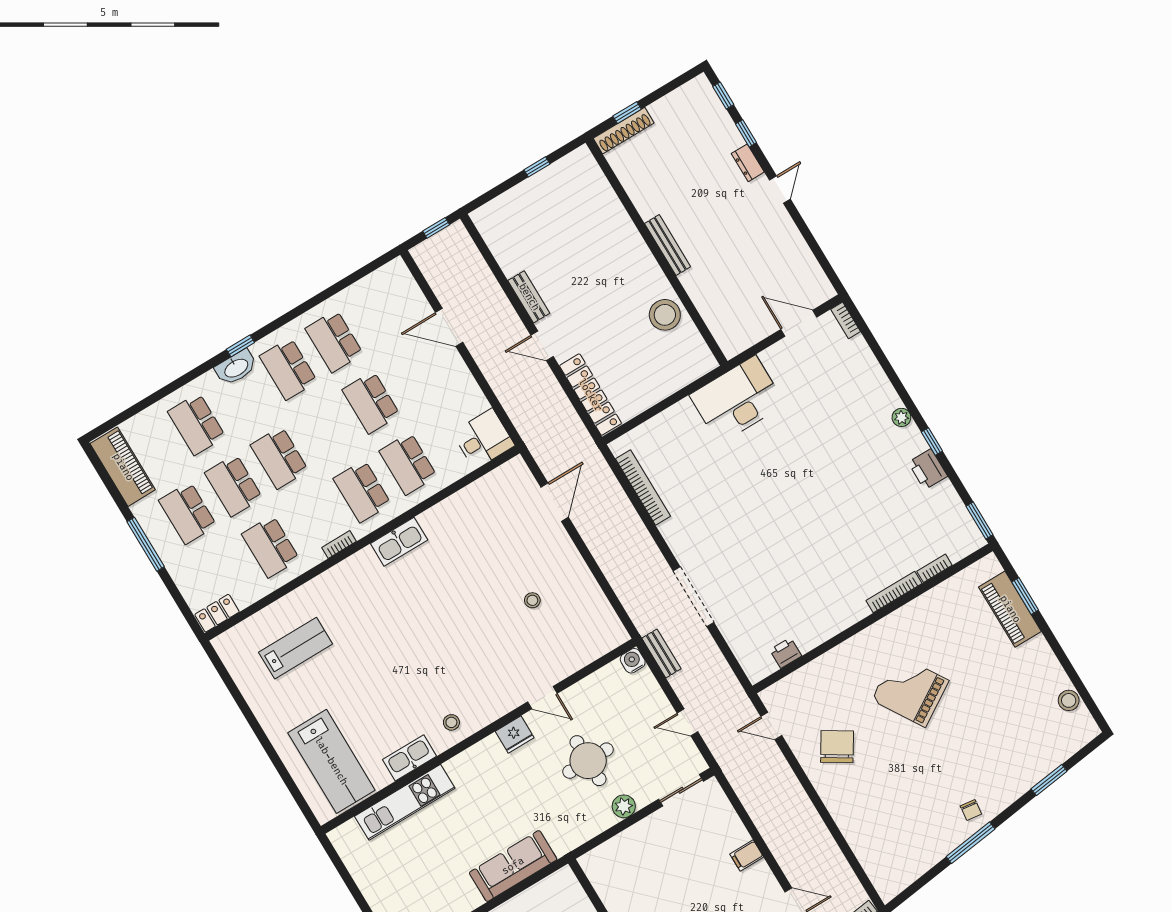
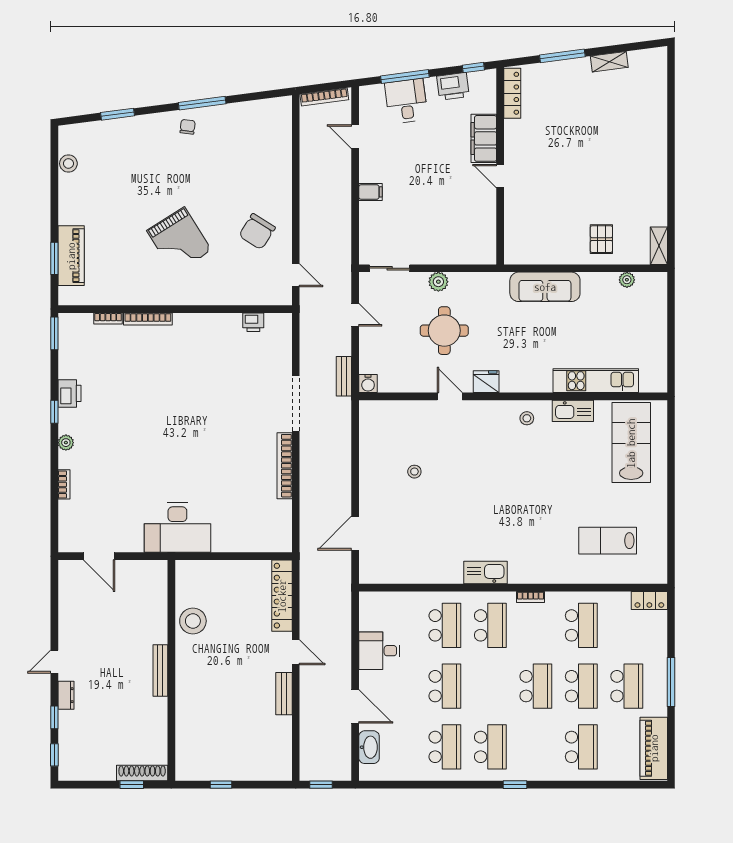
bookcase: (846, 320) -> (64, 484), moved
washbasin: (236, 368) -> (369, 747), moved, turned 90
desk: (483, 439) -> (379, 651), moved
bookcase: (643, 488) -> (285, 466), moved

